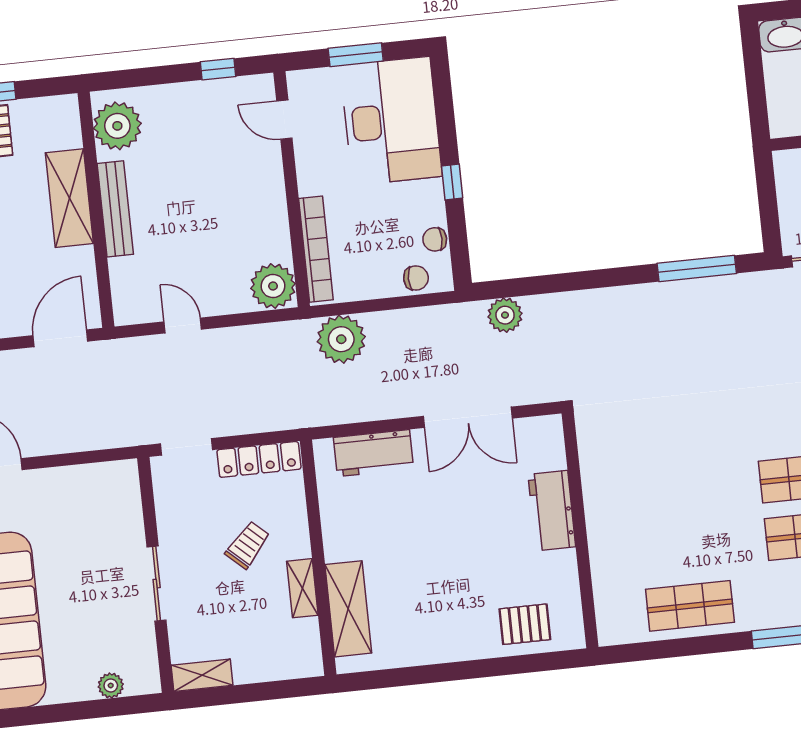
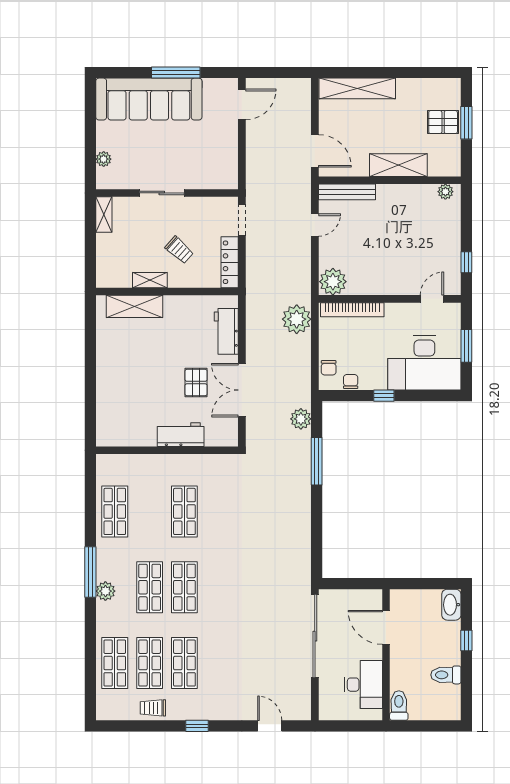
plant: (117, 126) -> (445, 192), width x0.53, depth x0.53
bench: (115, 209) -> (347, 192), moved
window: (697, 268) -> (317, 461), moved
shop shelf: (678, 491) -> (184, 511), added
pallet: (525, 624) -> (196, 383), moved

